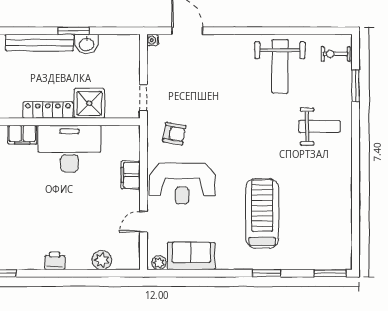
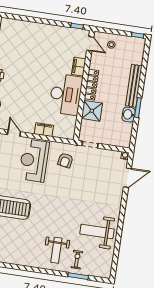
exercise bike: (336, 54) -> (77, 260), moved

